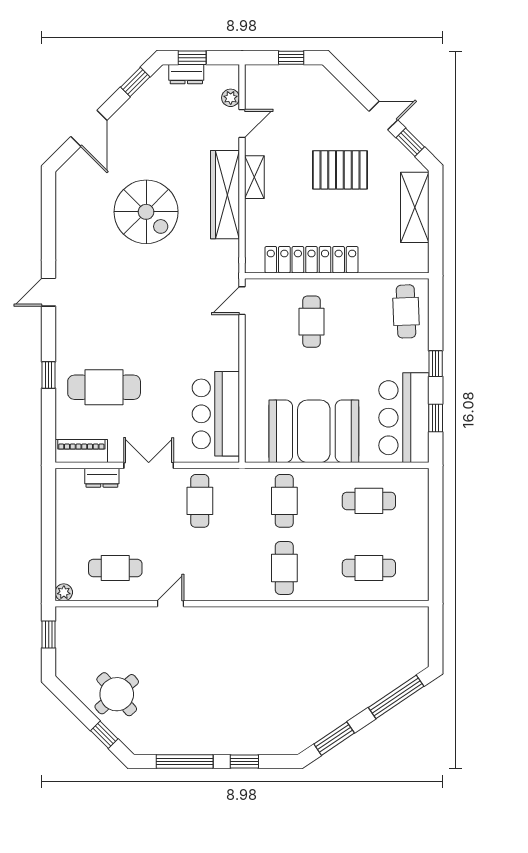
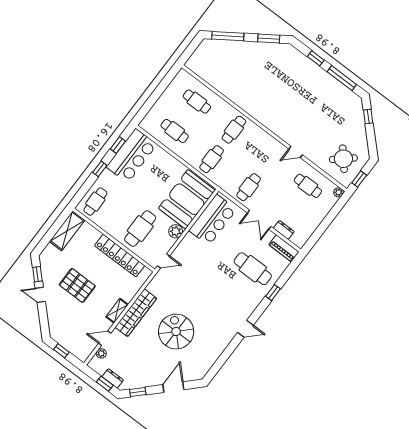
shelving: (415, 207) -> (67, 231), moved
cafe table: (311, 322) -> (140, 229), width x1.37, depth x1.35
plant: (257, 357) -> (176, 231), added
booth: (314, 431) -> (187, 199), moved, turned 90
round table: (117, 694) -> (343, 159), moved

